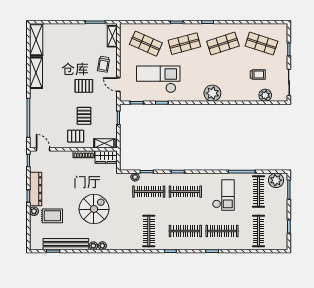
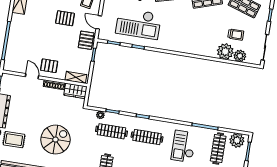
checkout: (158, 79) -> (138, 24), turned 180
plant: (212, 93) -> (225, 52), moved
pallet: (84, 116) -> (86, 40), moved
door: (43, 149) -> (32, 76), moved
checkout: (223, 195) -> (184, 146), turned 180

